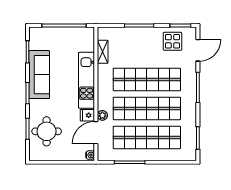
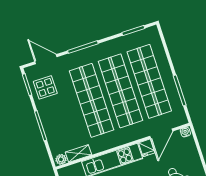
plant: (102, 115) -> (61, 159), moved
door: (96, 133) -> (161, 134), hinge flipped

